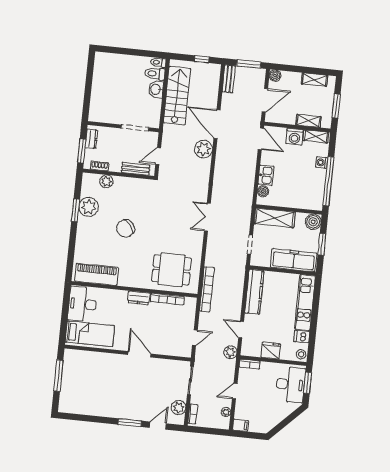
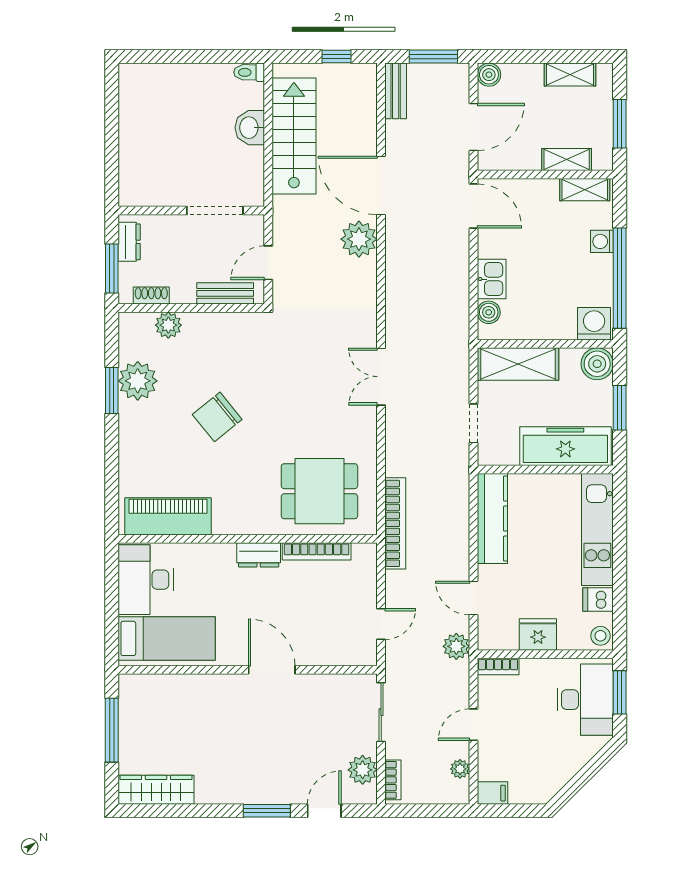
toilet: (155, 74) -> (244, 96), removed
washing machine: (295, 137) -> (594, 324), moved, turned 180
wardrobe: (77, 407) -> (156, 790), added

